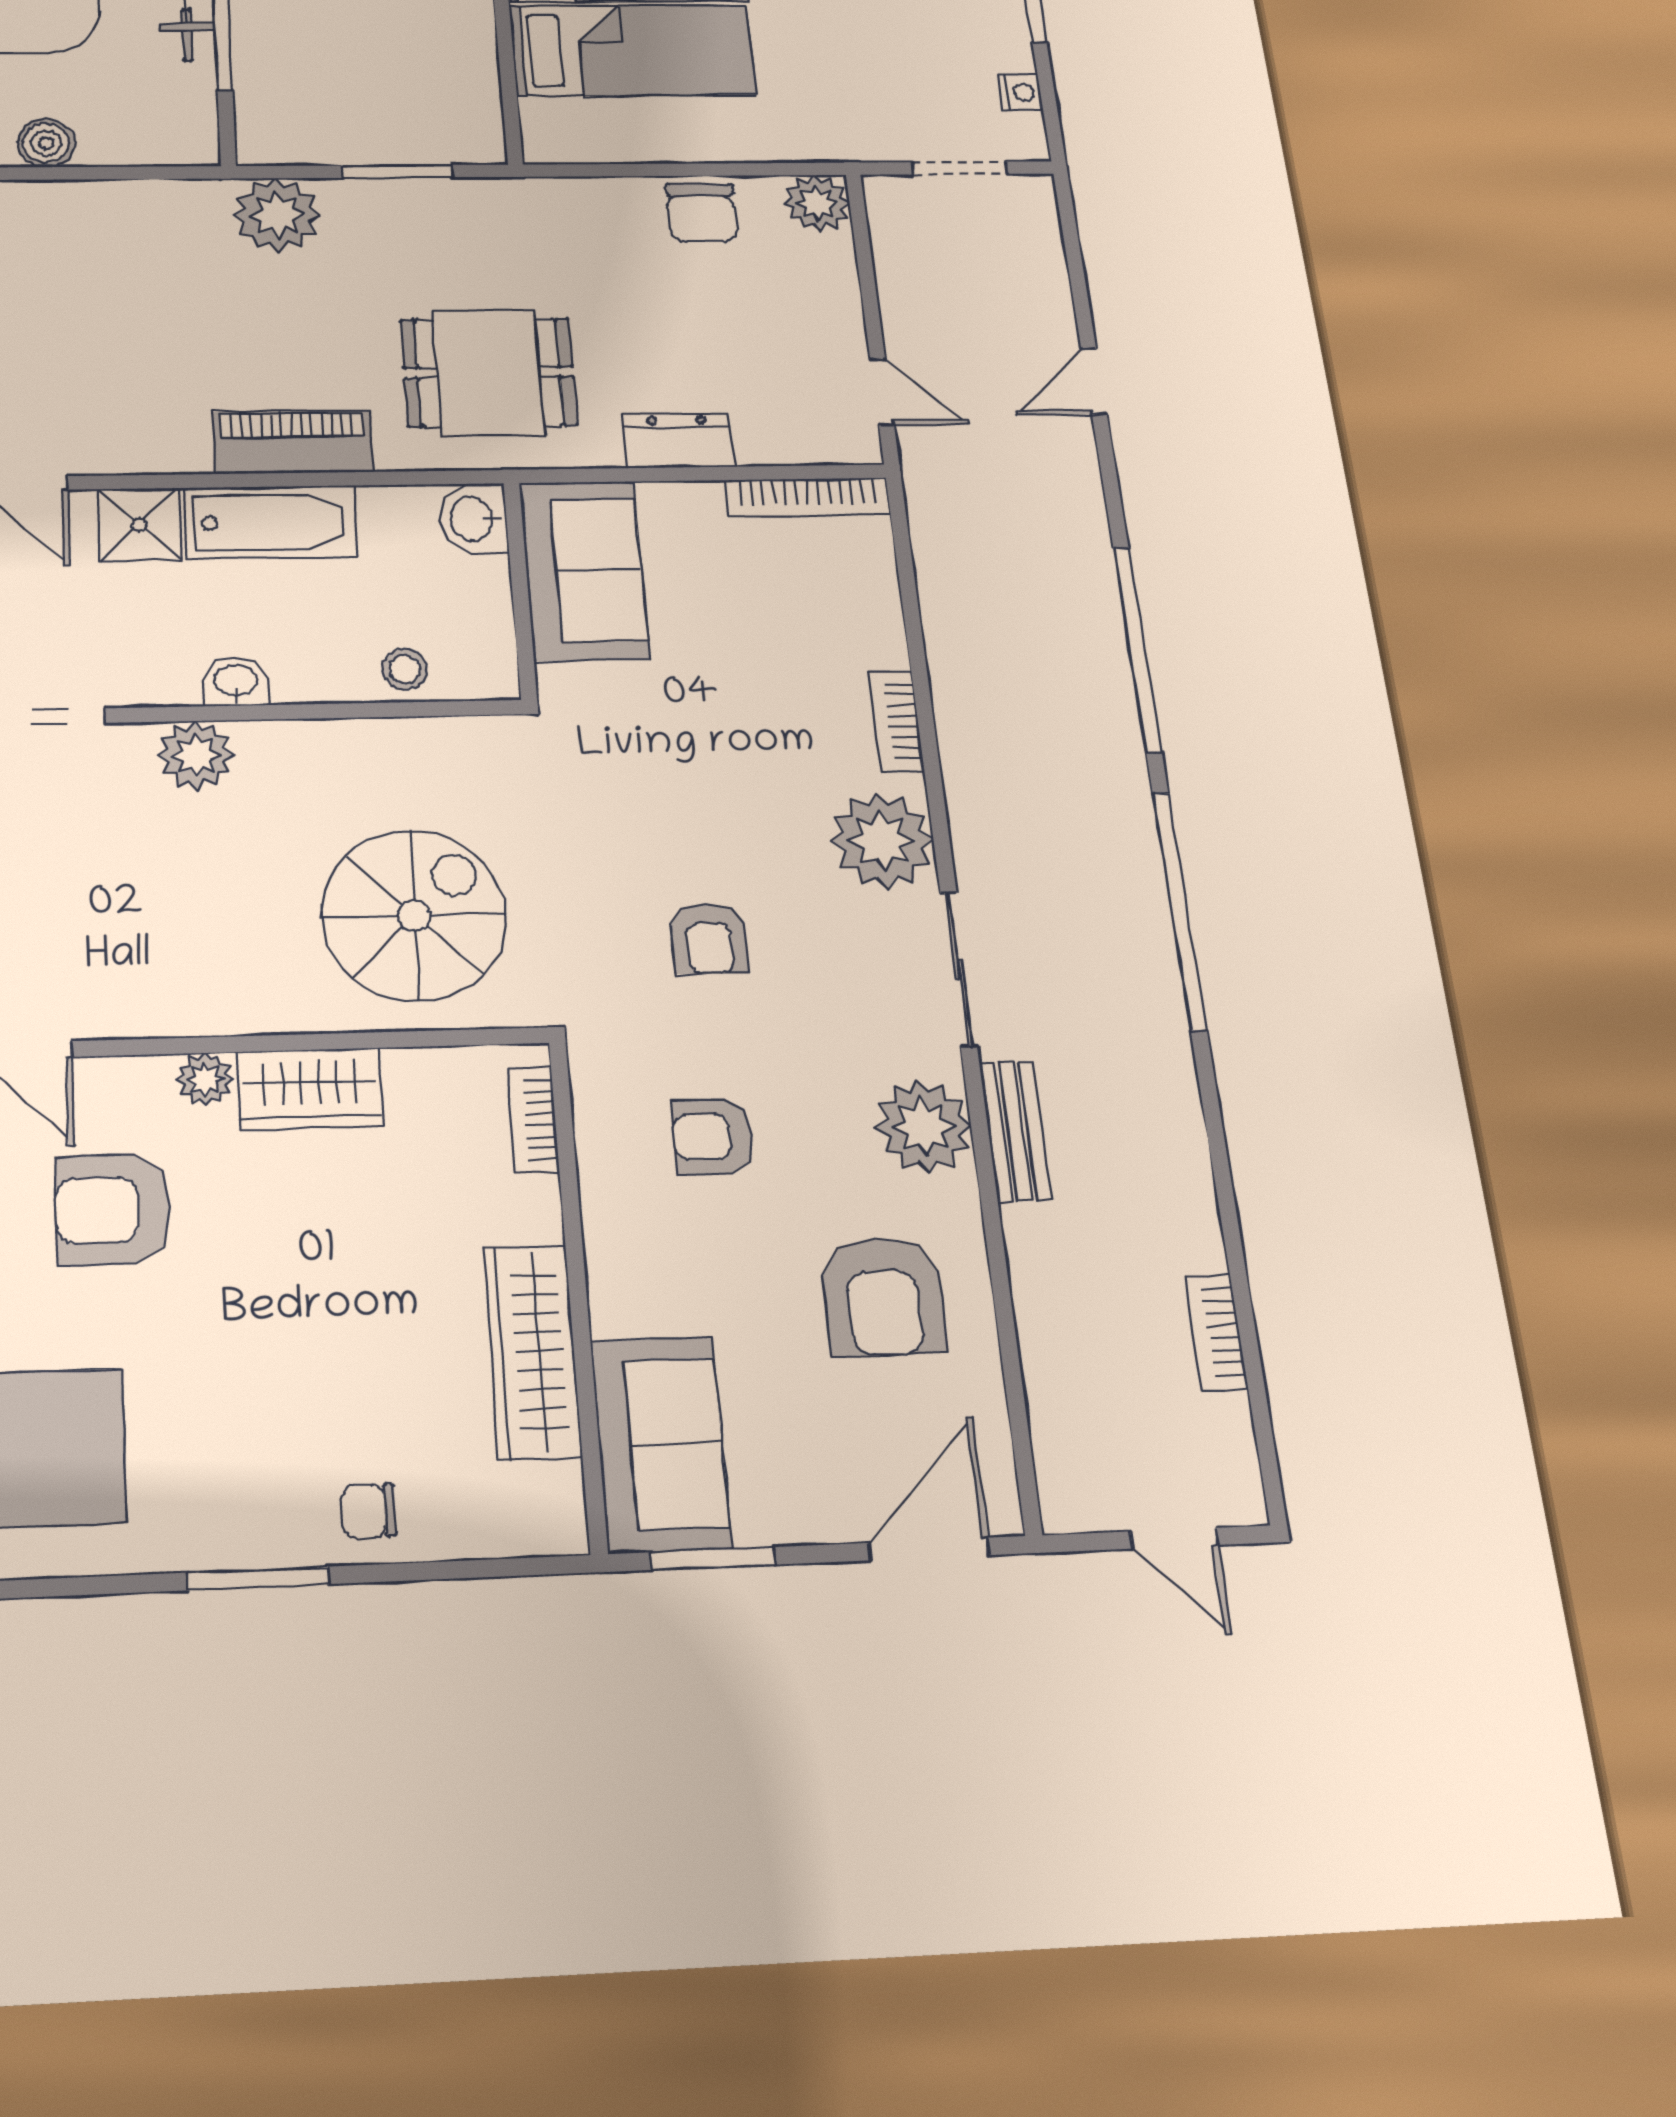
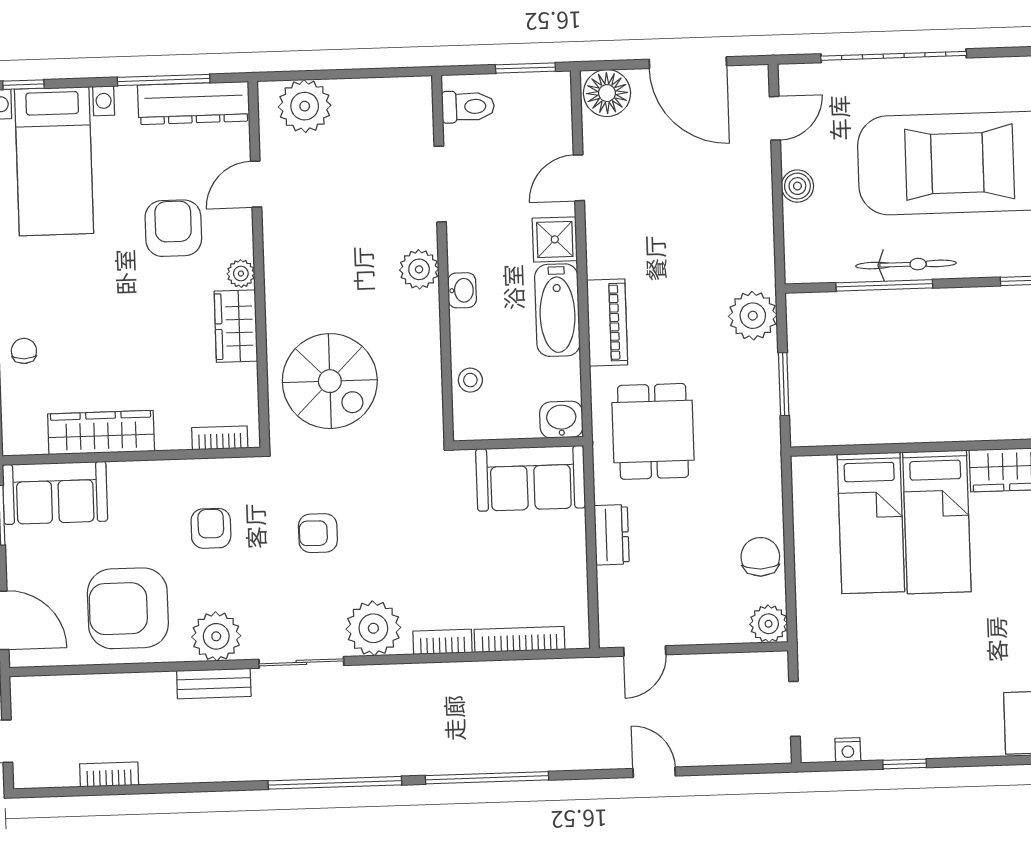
chair: (702, 213) -> (760, 557), turned 90
bookcase: (808, 498) -> (520, 639), moved, turned 90
armchair: (883, 1297) -> (128, 608), width x1.36, depth x1.36

